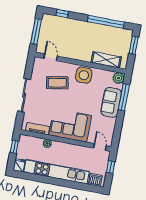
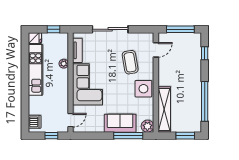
shelving: (106, 60) -> (164, 109), width x1.47
kitchen unit: (57, 172) -> (36, 70), width x0.73

